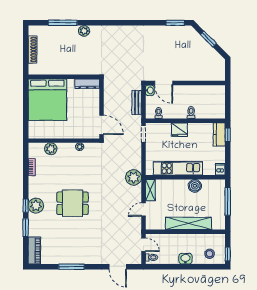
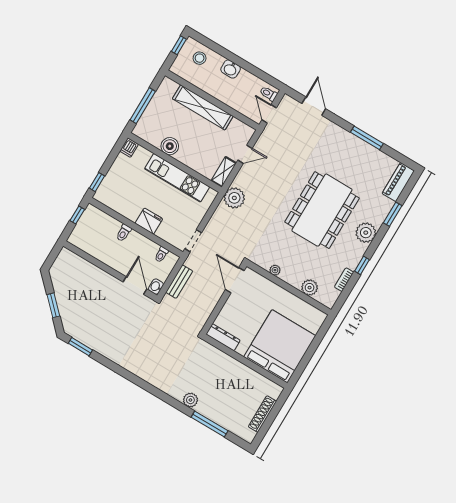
window: (228, 106) -> (77, 215), added
kitchen counter: (219, 135) -> (107, 188), removed
dining table: (73, 203) -> (322, 210), width x1.88, depth x1.24
window: (26, 206) -> (362, 265), moved

